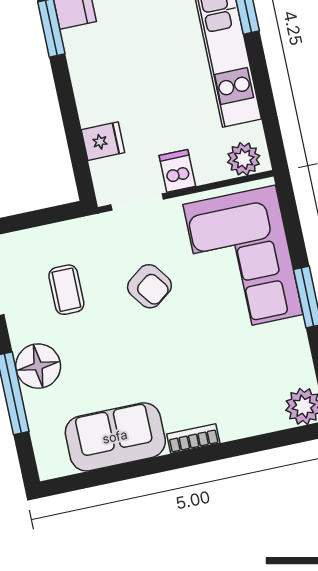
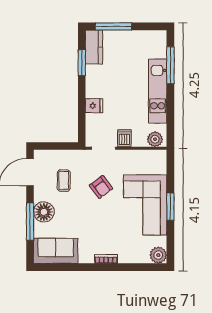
fridge: (103, 141) -> (94, 106), moved
corner sofa: (243, 260) -> (145, 205), moved
sofa: (115, 437) -> (56, 251), moved

